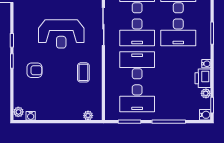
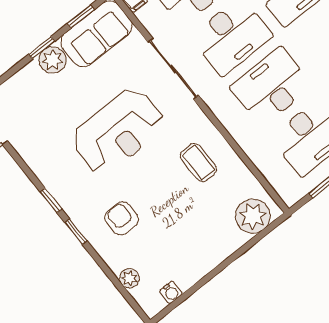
armchair: (35, 70) -> (122, 218), turned -90
plant: (18, 112) -> (129, 278), moved
plant: (88, 116) -> (253, 216), width x1.87, depth x1.87

